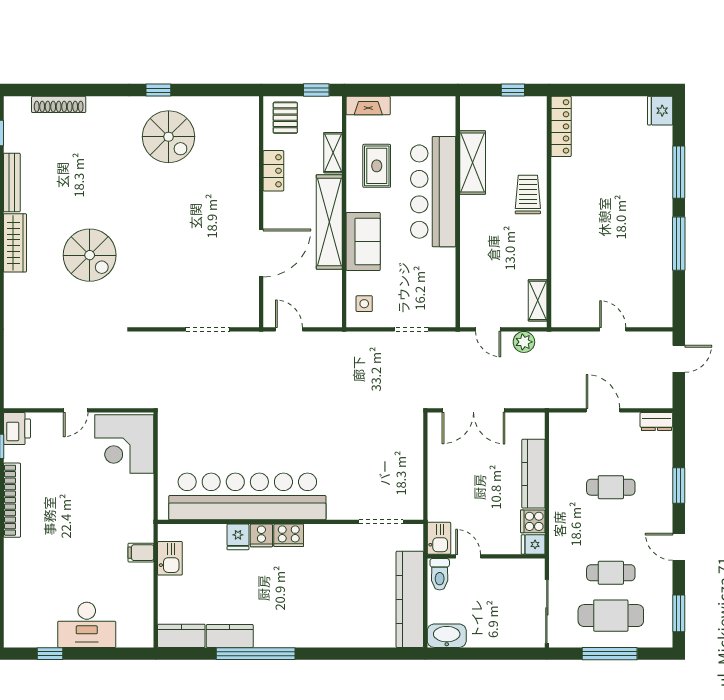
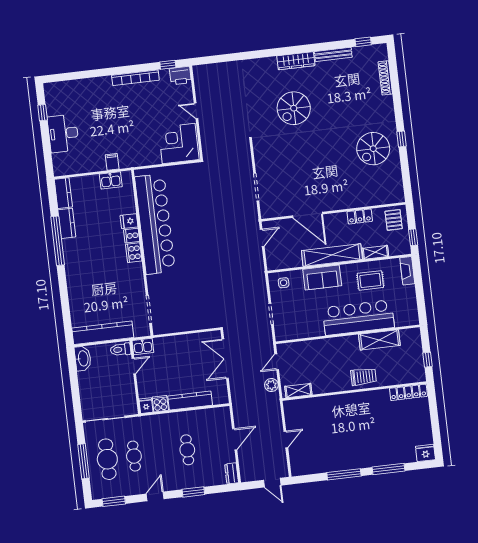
pallet: (285, 118) -> (394, 220), turned 90

